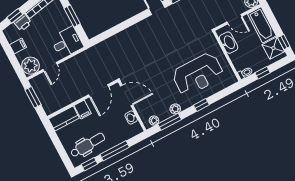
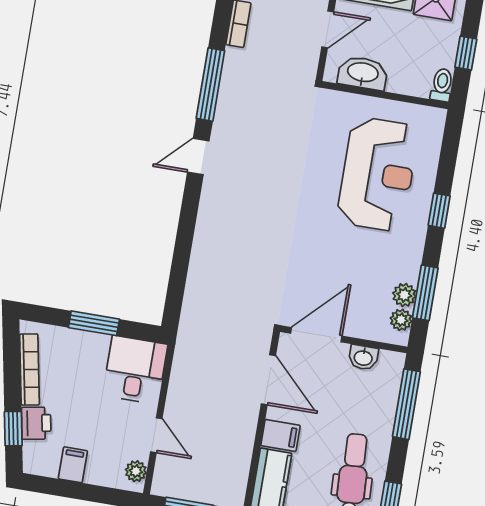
plant: (30, 66) -> (136, 471), width x0.53, depth x0.53
plant: (175, 109) -> (404, 295), moved
window: (115, 151) -> (406, 404), moved

